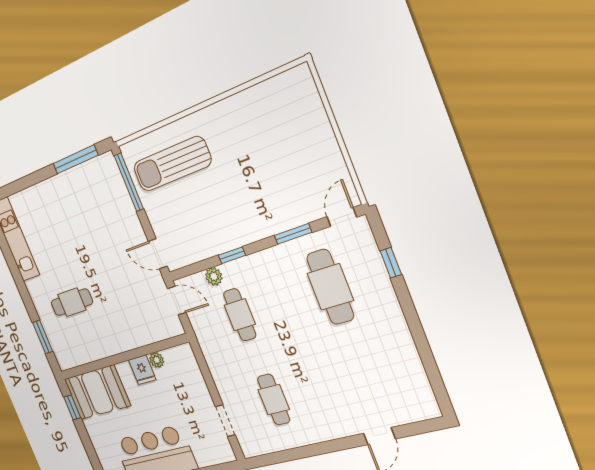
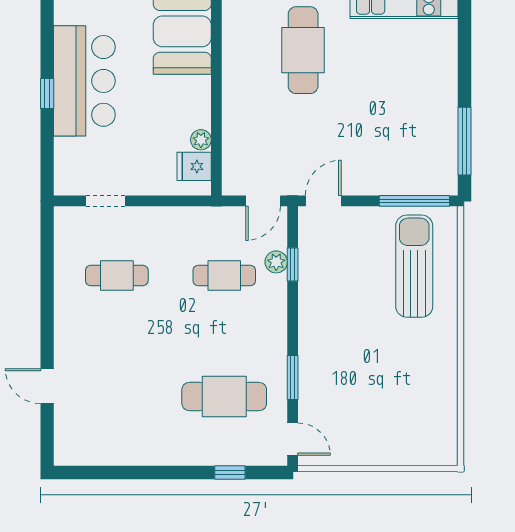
window: (232, 255) -> (293, 264), moved
cafe table: (72, 302) -> (303, 50), width x1.37, depth x1.35
fridge: (142, 370) -> (194, 166), moved

